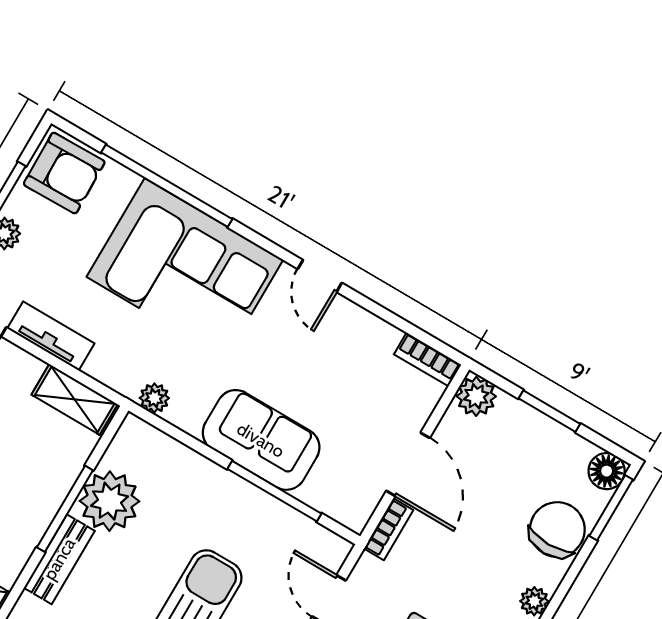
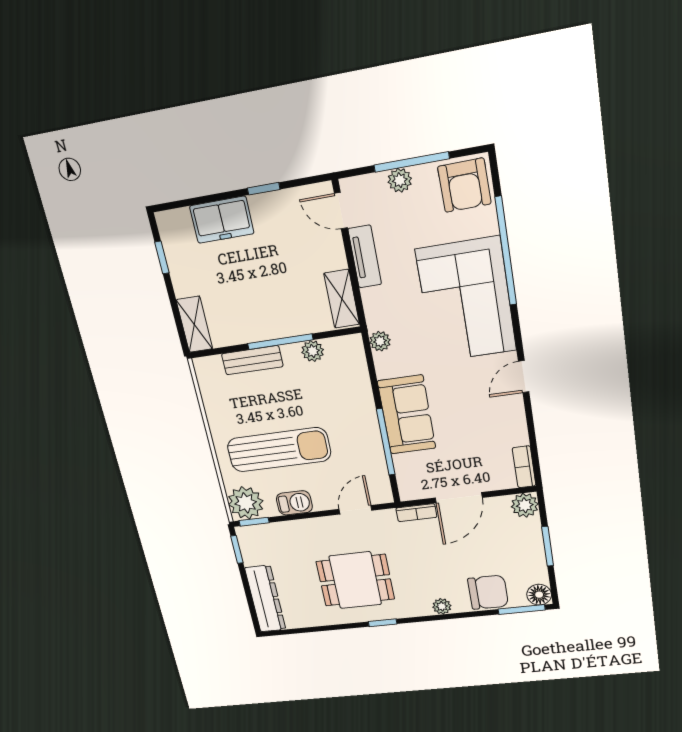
plant: (110, 501) -> (313, 351), width x0.53, depth x0.53

